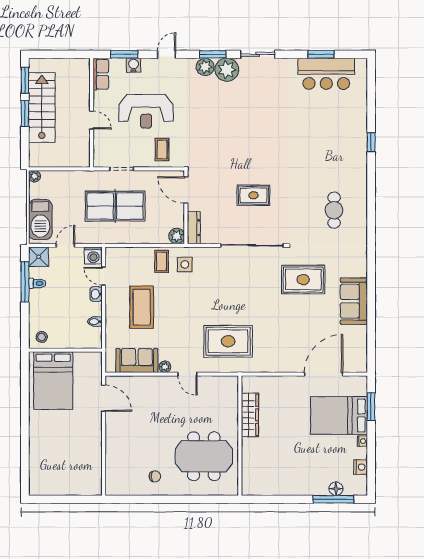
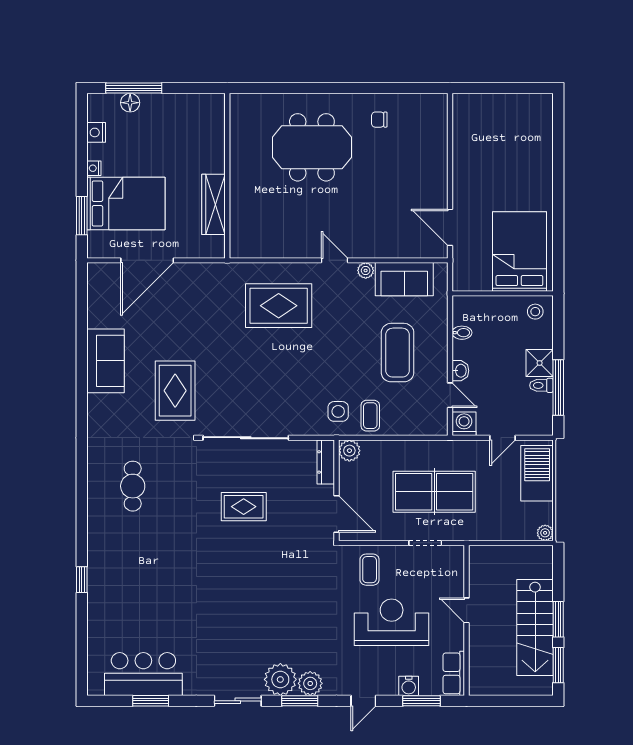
shower: (39, 257) -> (540, 363), moved
rug: (303, 280) -> (175, 391), turned 90
wardrobe: (250, 415) -> (213, 204), moved
wall: (240, 436) -> (227, 176), moved

